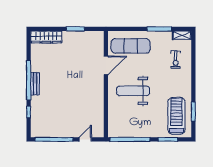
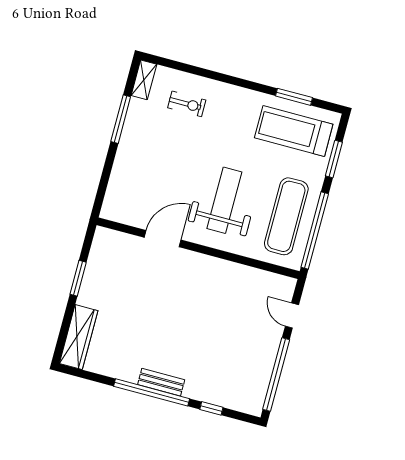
exercise mat: (131, 46) -> (286, 216), moved
door: (106, 65) -> (163, 239), hinge flipped
weight bench: (133, 91) -> (224, 200), turned 180

